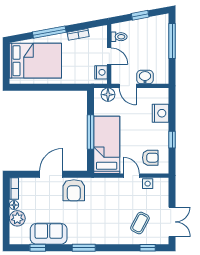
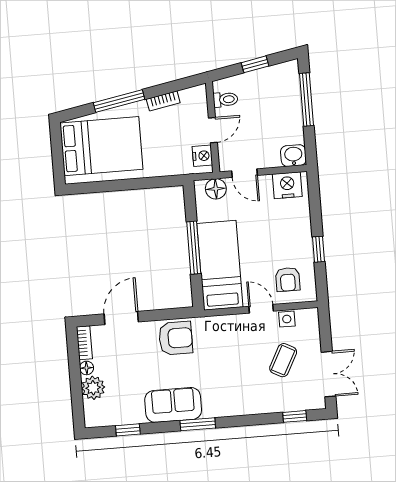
door: (109, 56) -> (213, 130), hinge flipped
washbasin: (145, 77) -> (293, 156), moved
nightstand: (160, 113) -> (287, 185), moved, turned -90
armchair: (150, 158) -> (288, 279), turned 90
door: (51, 174) -> (121, 318), moved
armchair: (74, 190) -> (176, 338), turned -90
coffee table: (140, 223) -> (283, 360), moved
sofa: (49, 234) -> (173, 405), moved

